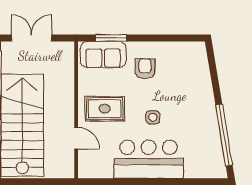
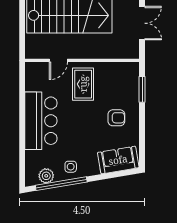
sofa: (103, 55) -> (118, 160), moved, turned 80
side table: (153, 117) -> (71, 167), moved
plant: (215, 153) -> (46, 176), added

